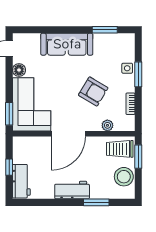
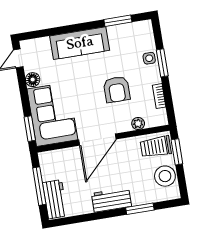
armchair: (93, 91) -> (117, 89), turned 59
window: (9, 167) -> (39, 186), width x2.17

